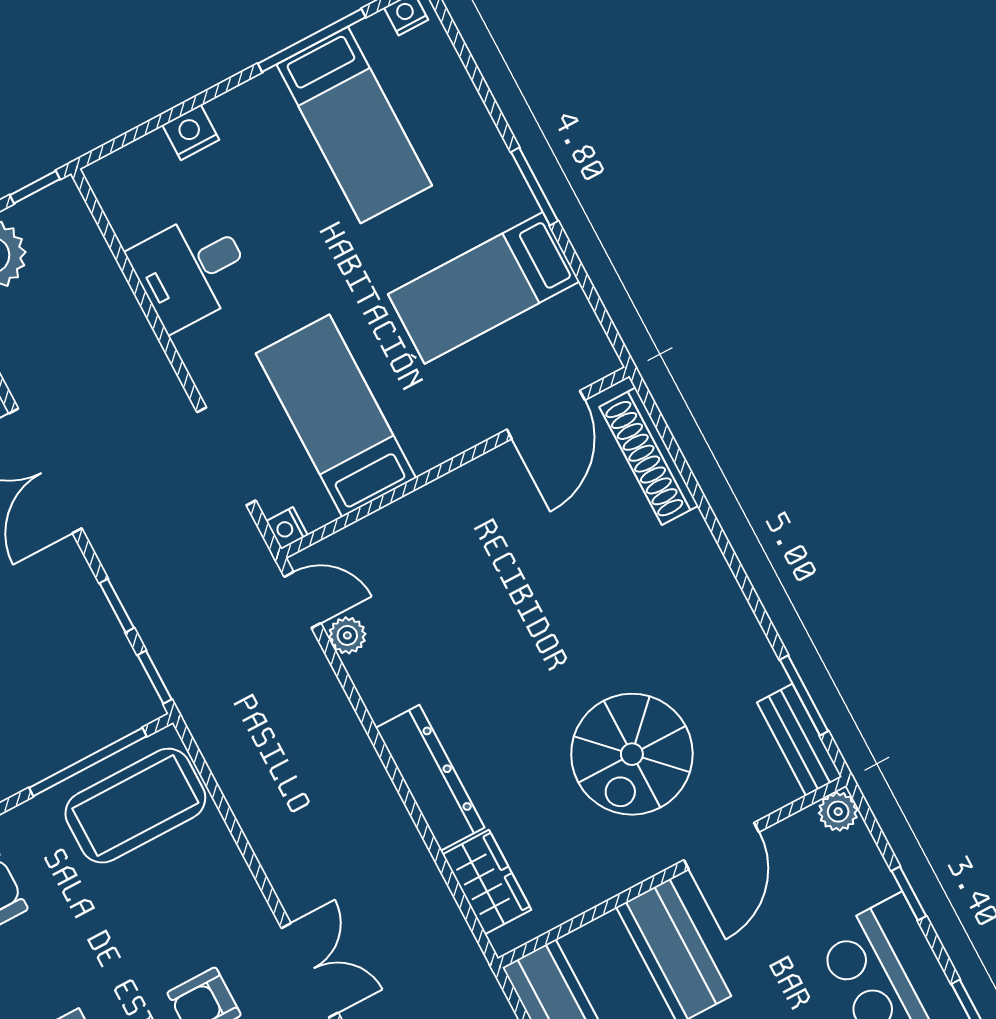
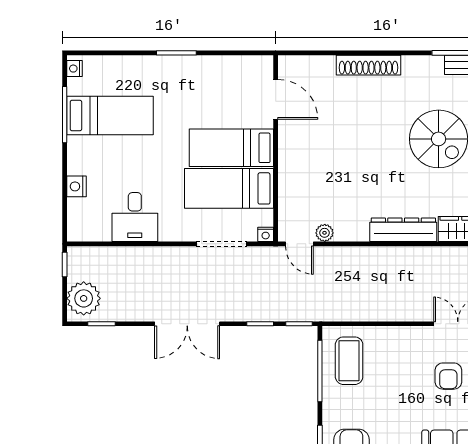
bed: (484, 288) -> (231, 148), moved, turned 90
shoe rack: (649, 456) -> (369, 65), moved
door: (302, 600) -> (299, 244), swing flipped
coffee table: (135, 806) -> (349, 361), width x0.73, depth x0.76

